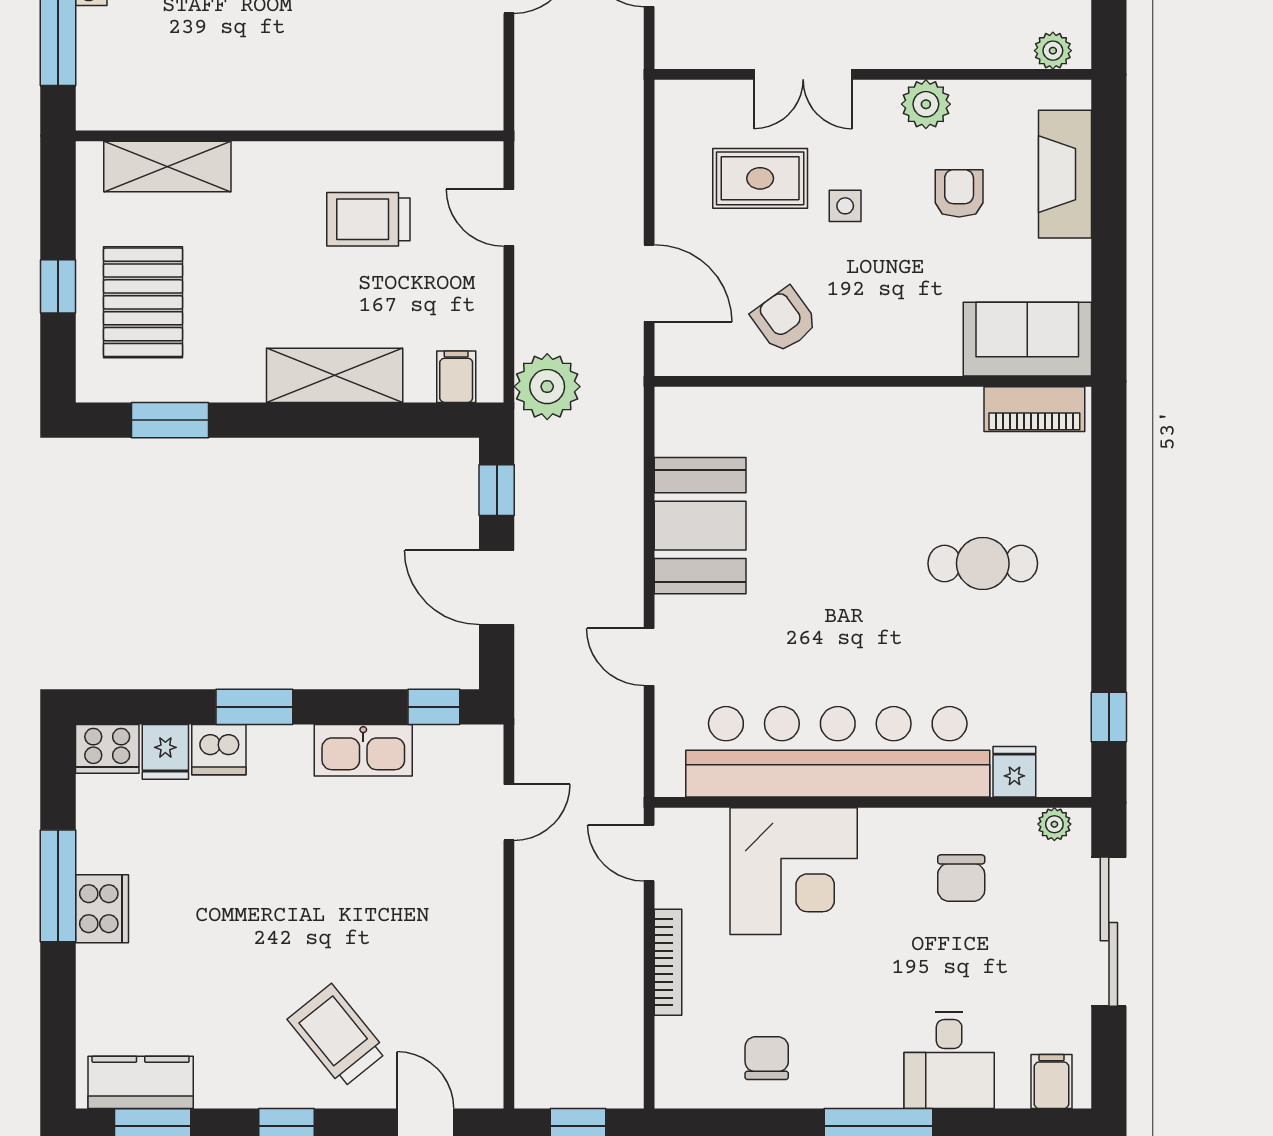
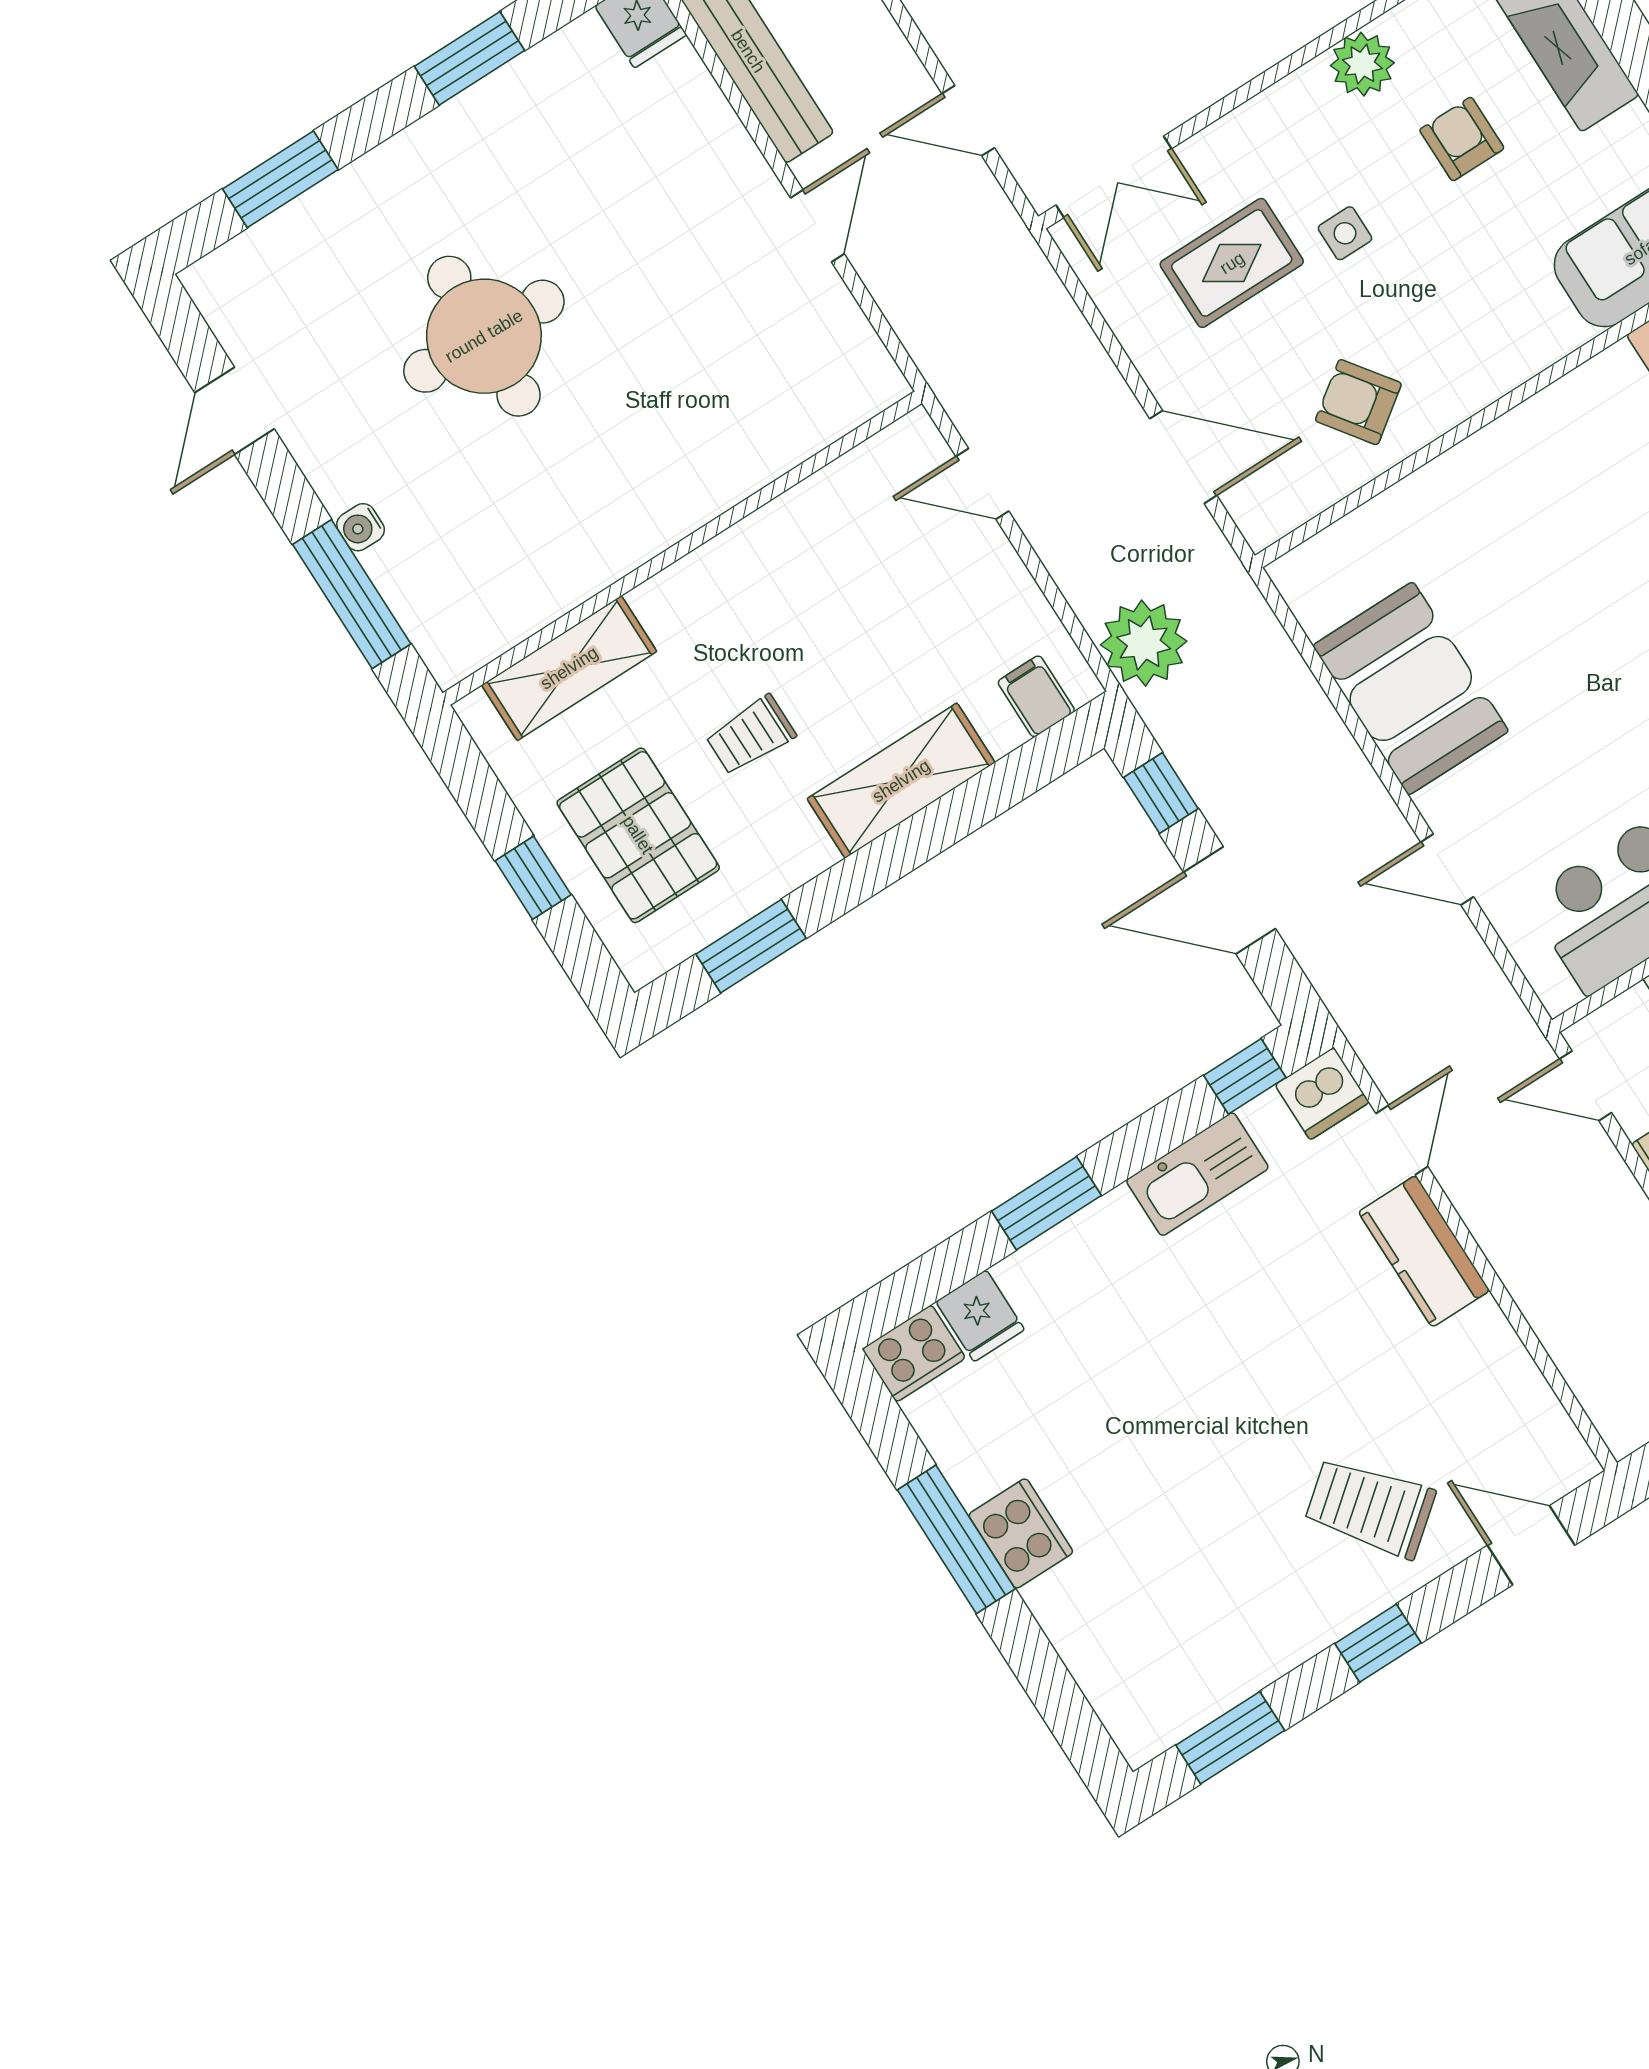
double door: (803, 74) -> (1114, 177), moved
trolley: (368, 219) -> (751, 735), moved, width x0.73, depth x0.72
dishwasher: (219, 750) -> (1322, 1094), moved
kitchen counter: (141, 1082) -> (1424, 1251), moved, turned -90

